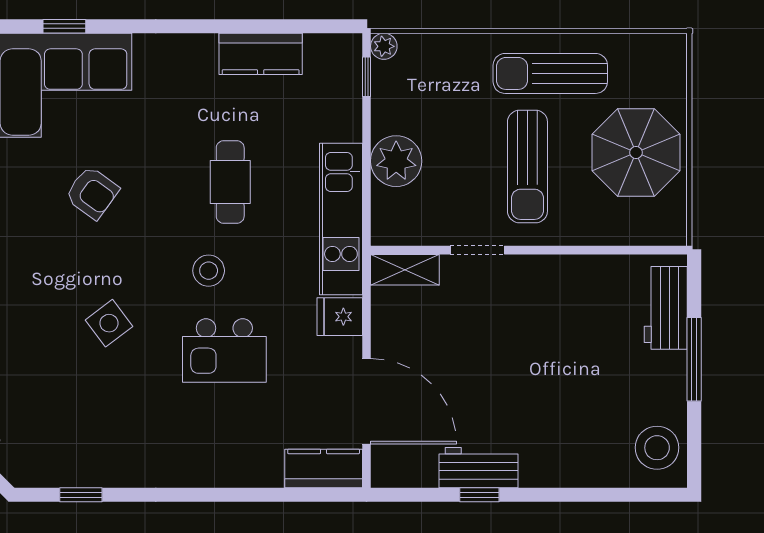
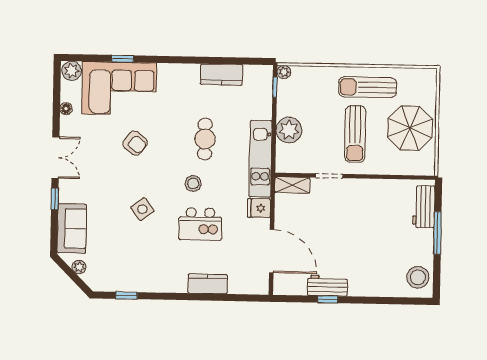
kitchen counter: (324, 469) -> (208, 284), moved

